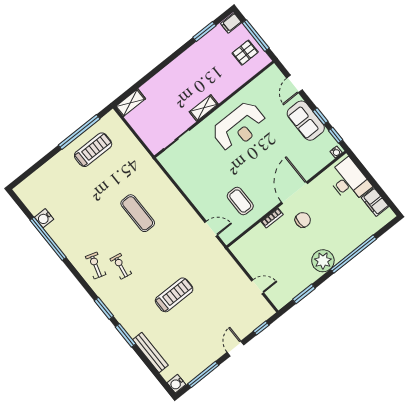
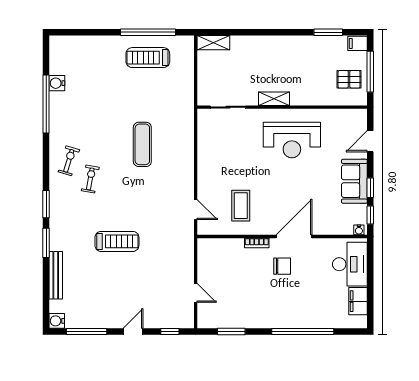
treadmill: (93, 150) -> (148, 58), turned 180
plant: (323, 261) -> (271, 316), removed

